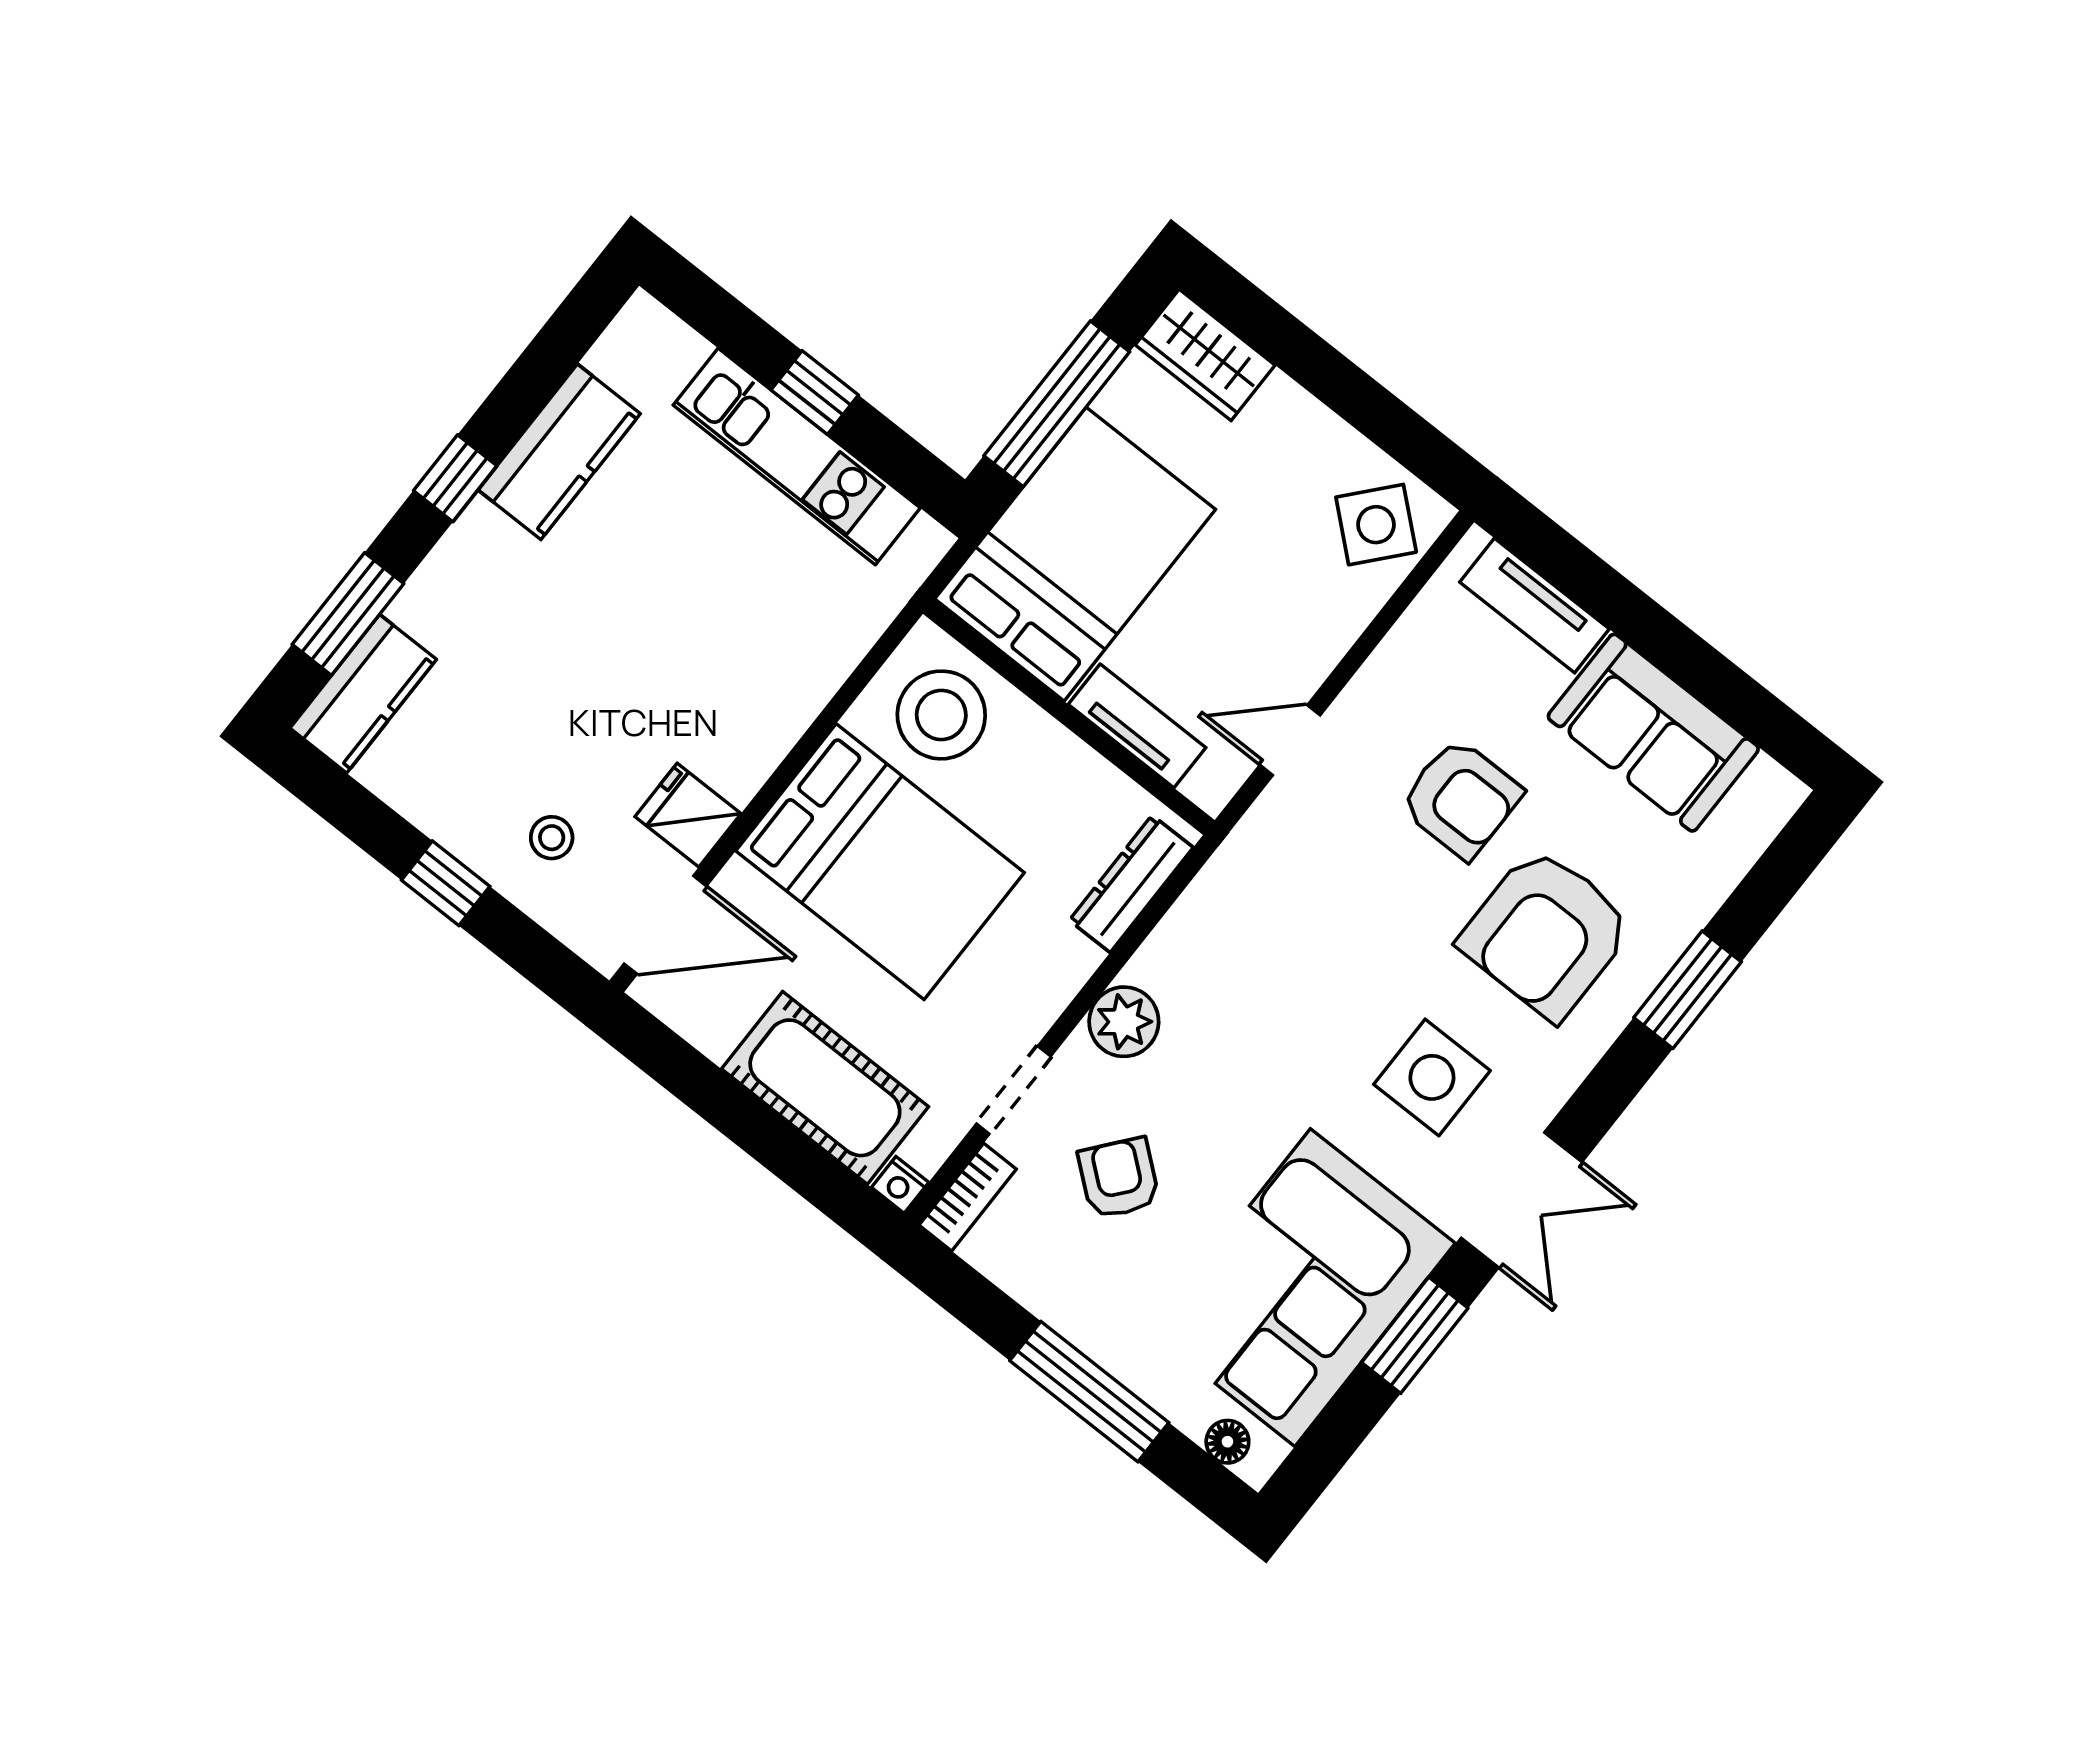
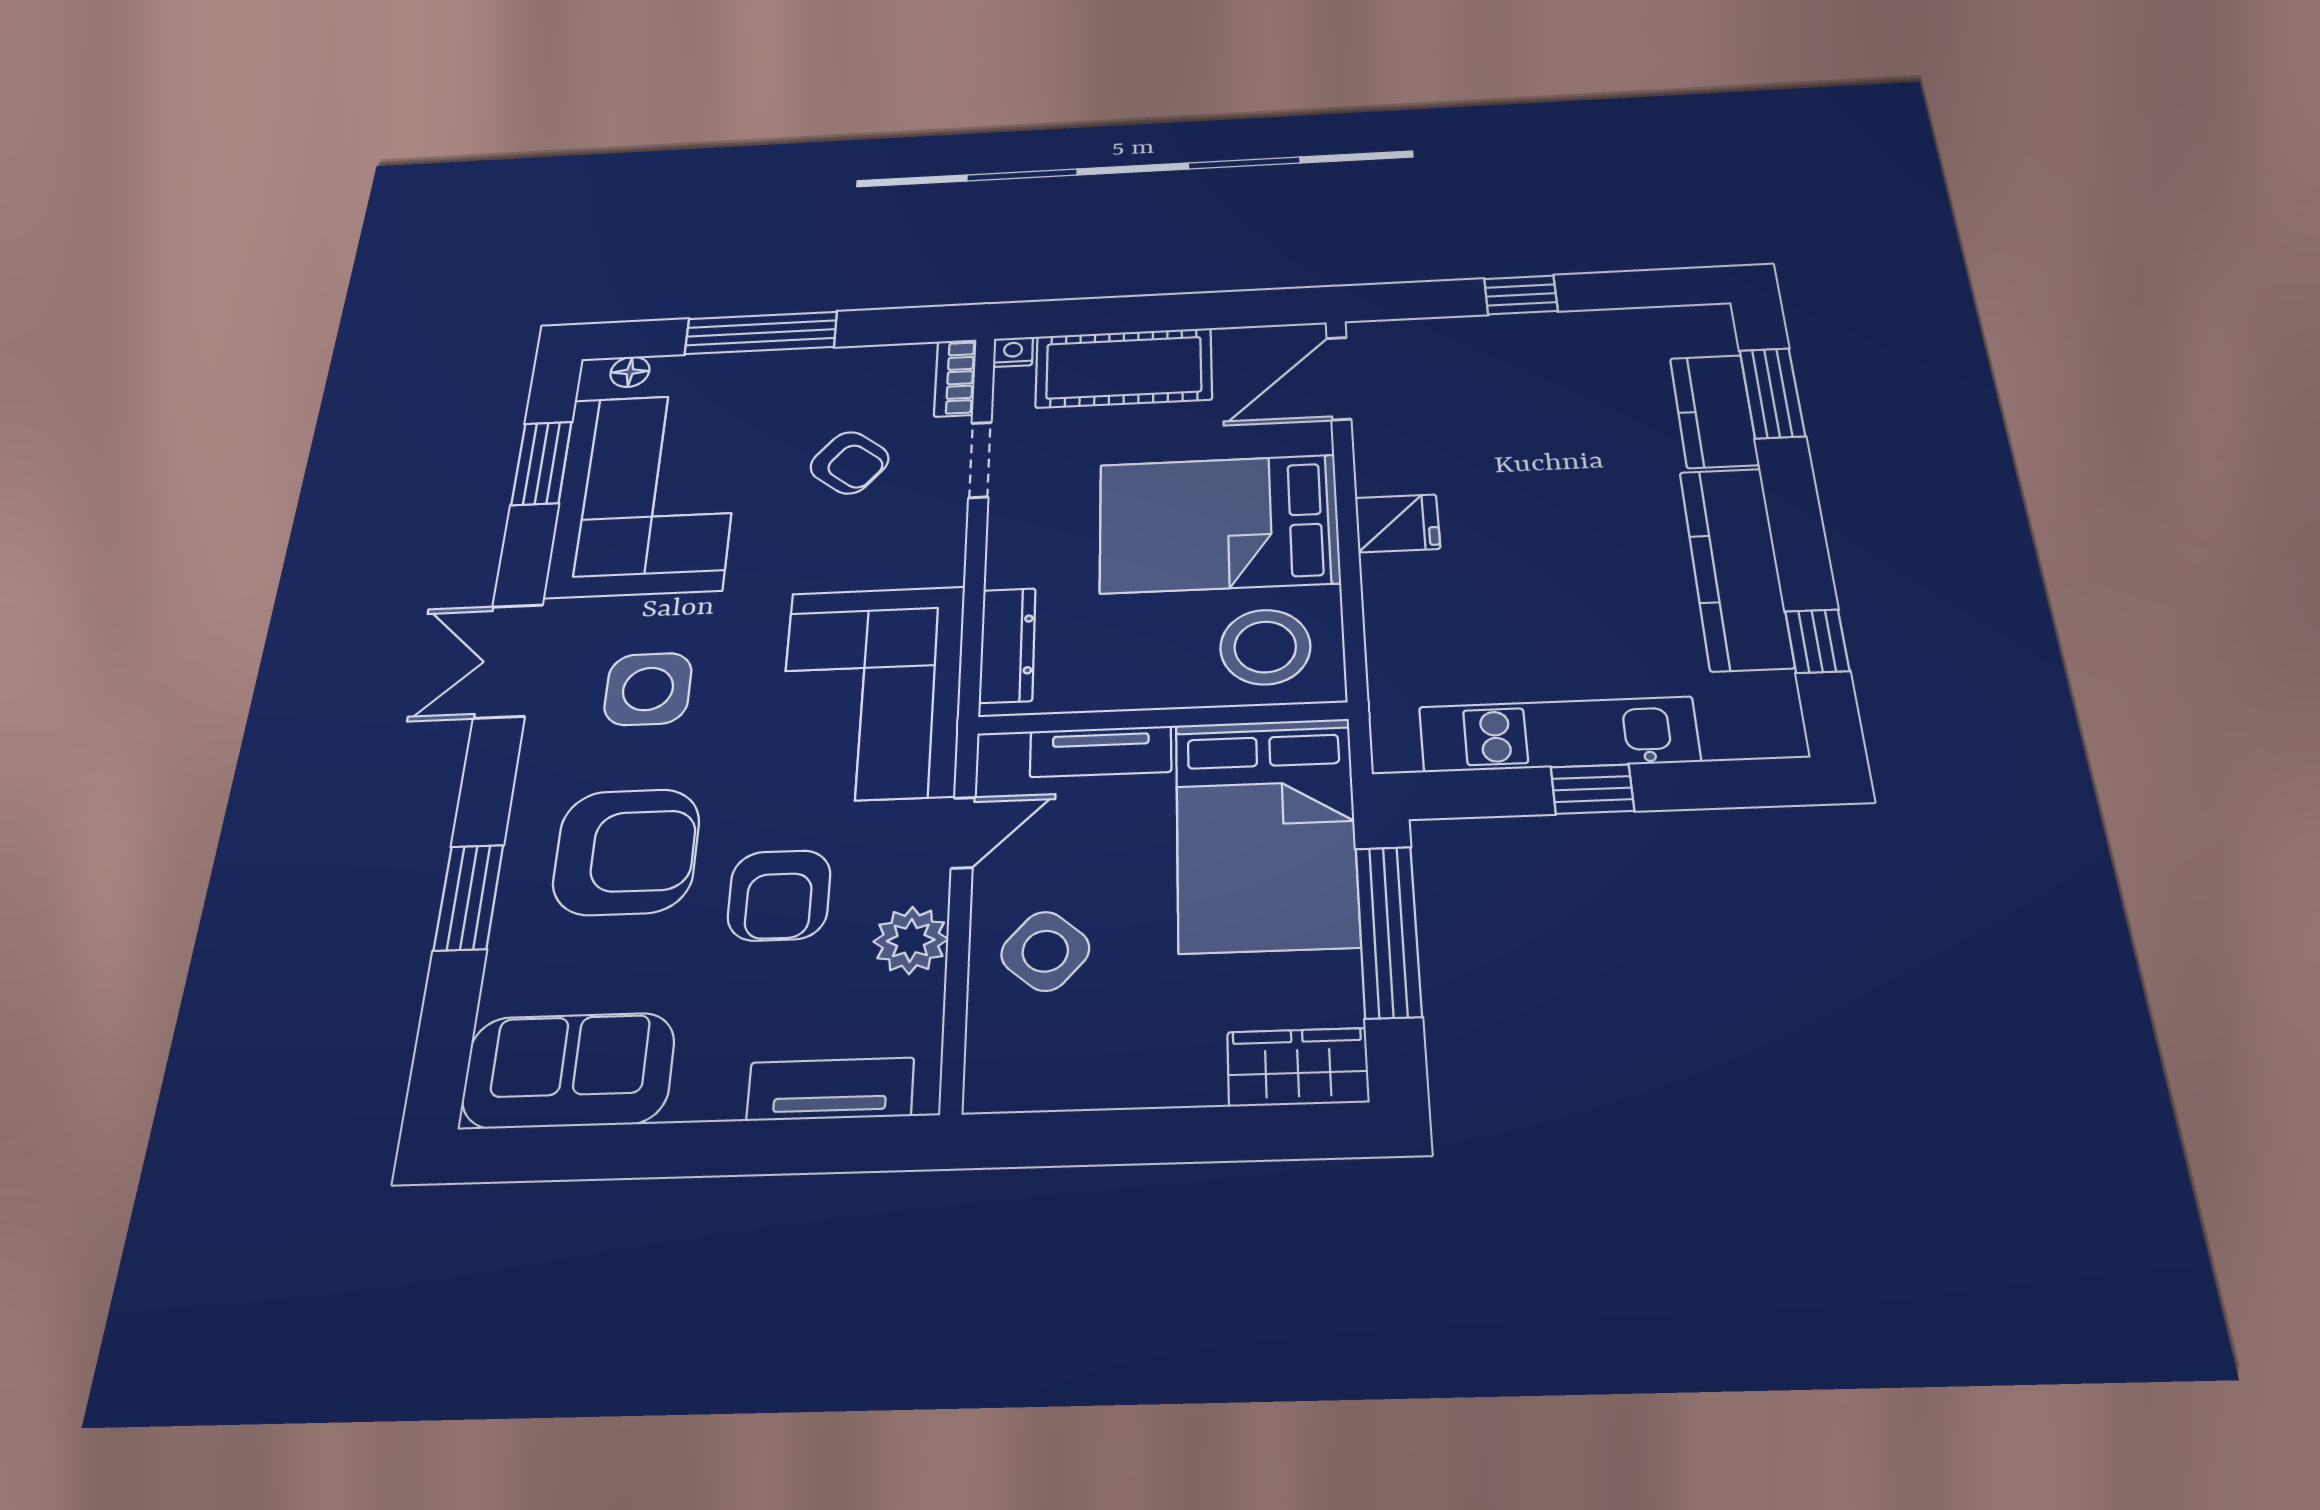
kitchen counter: (559, 452) -> (1736, 568), width x1.50
window: (455, 478) -> (1817, 641), moved
side table: (1376, 525) -> (1045, 951), moved
kitchen counter: (363, 694) -> (1714, 411), moved
sofa: (1653, 733) -> (569, 1070), moved
armchair: (1461, 799) -> (779, 895), turned -90
fridge: (688, 815) -> (1397, 523), moved
stool: (552, 838) -> (1476, 370), removed
corner sofa: (1266, 927) -> (872, 693), added
armchair: (1546, 933) -> (626, 852), turned 90
plant: (1124, 1022) -> (911, 940), moved
window: (1415, 1335) -> (542, 463), moved

